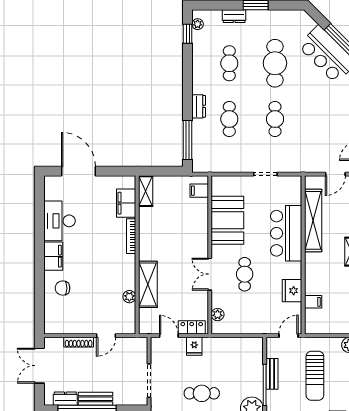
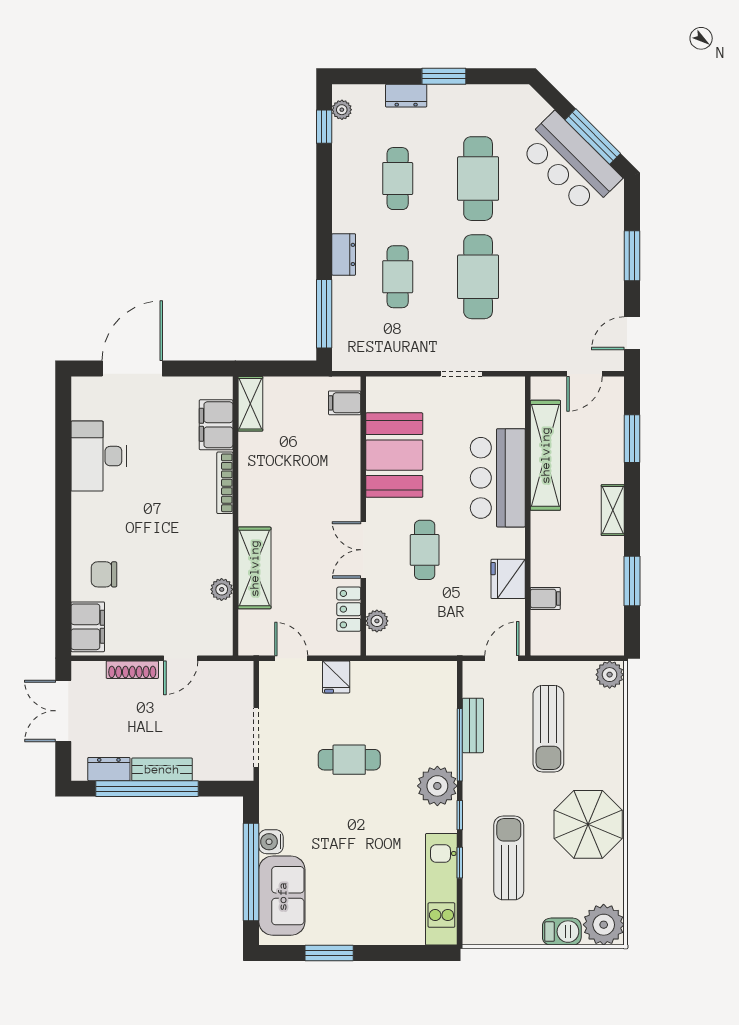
cafe table: (275, 119) -> (478, 277), width x1.37, depth x1.35
door: (79, 171) -> (132, 369), hinge flipped
filing cabinet: (53, 256) -> (88, 627), moved
locker: (192, 327) -> (349, 609), moved, turned -90

